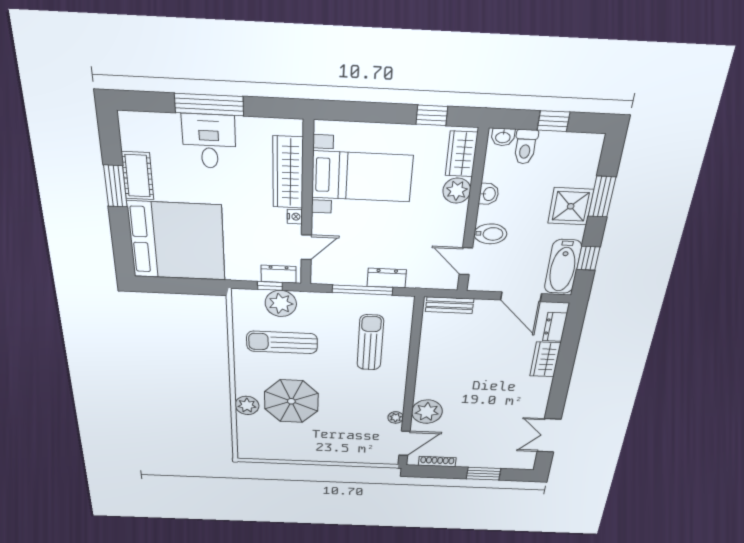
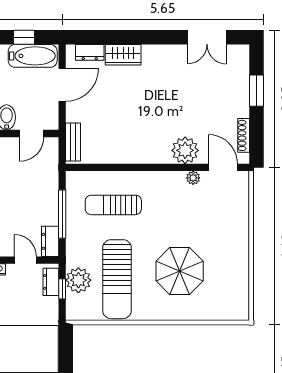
dresser: (387, 278) -> (50, 241), moved
sun lounger: (282, 342) -> (117, 279), width x1.36, depth x1.34
plant: (247, 405) -> (186, 310), removed

